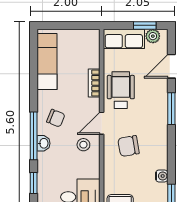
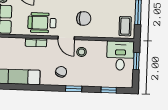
window: (34, 136) -> (74, 89), width x0.46
washbasin: (44, 143) -> (79, 82), removed
chair: (129, 146) -> (84, 18), turned -80

